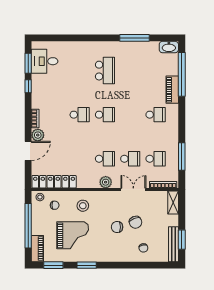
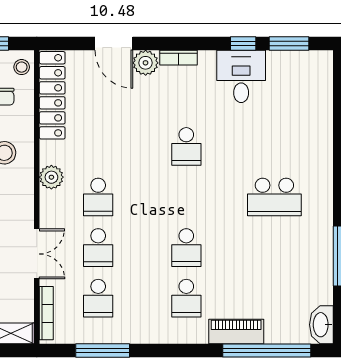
desk: (45, 61) -> (241, 76), moved
school desk: (105, 115) -> (186, 248), moved
plant: (106, 182) -> (51, 177), moved

